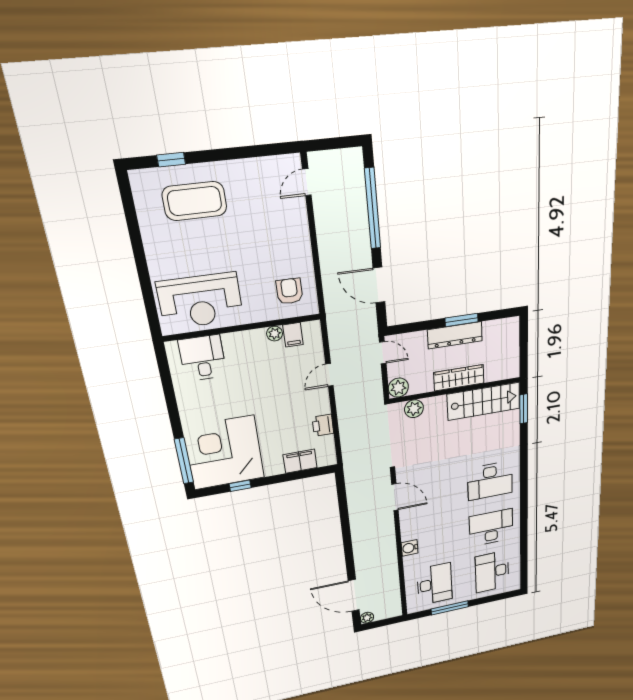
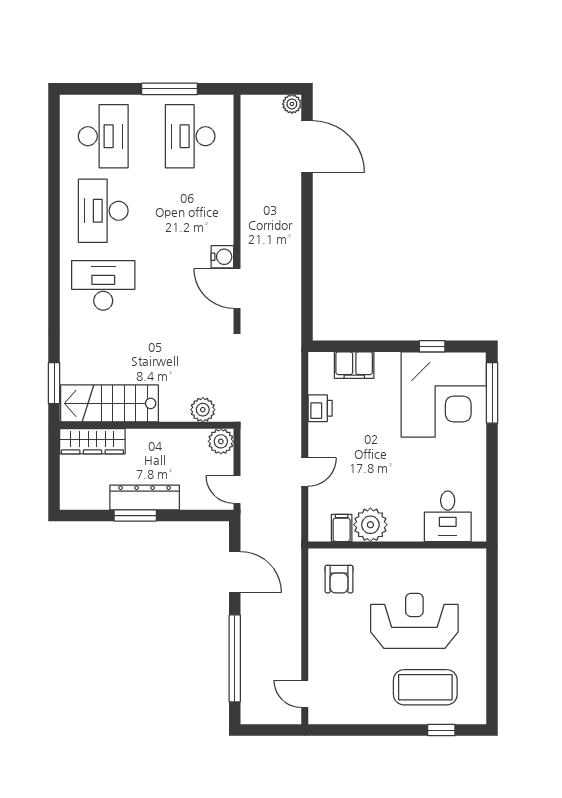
door: (307, 182) -> (305, 694), swing flipped
reception desk: (200, 301) -> (414, 621), moved
plant: (275, 334) -> (370, 525), width x1.87, depth x1.87
wardrobe: (459, 378) -> (92, 441), moved
desk: (491, 528) -> (103, 211), turned 90
water cooler: (410, 548) -> (222, 257), moved

